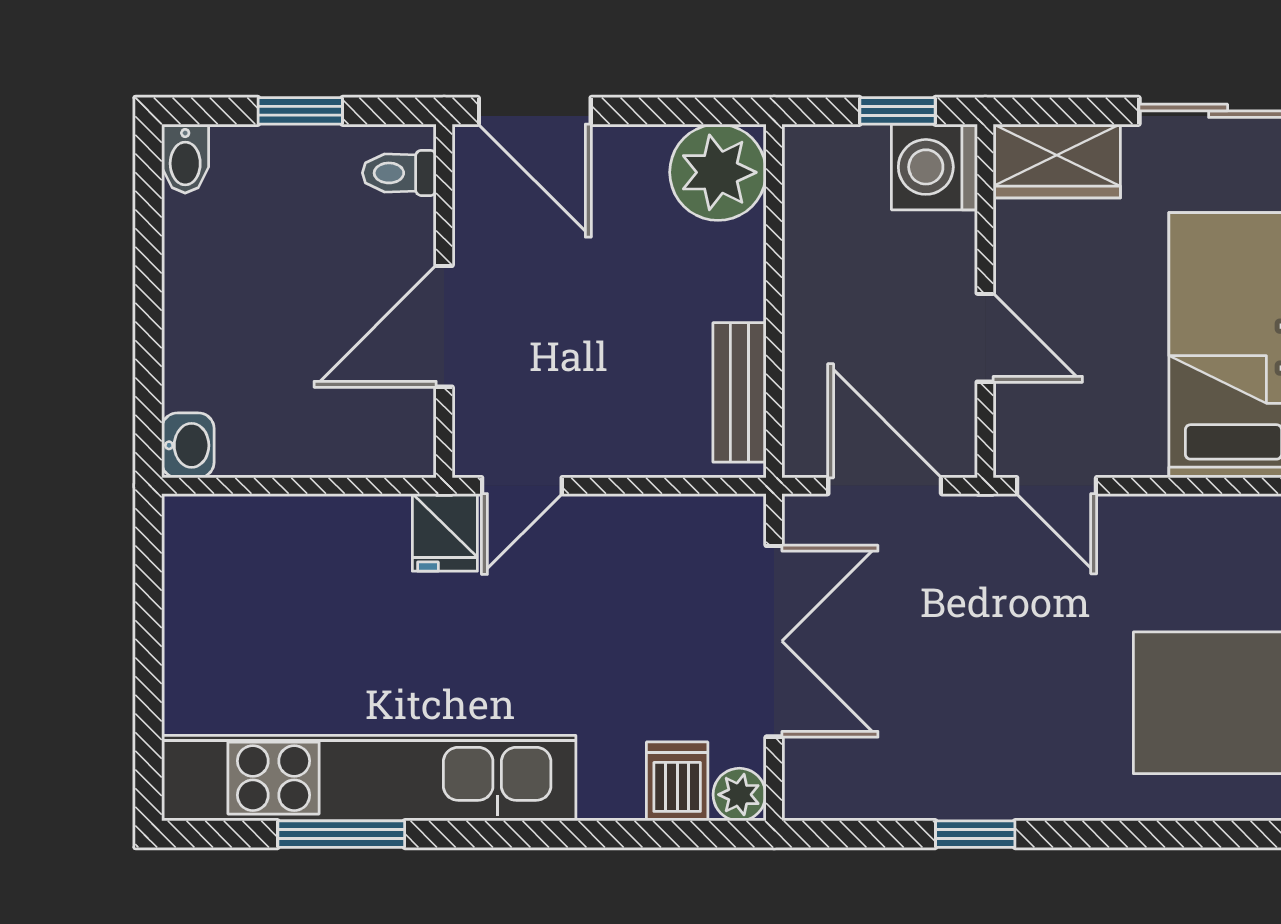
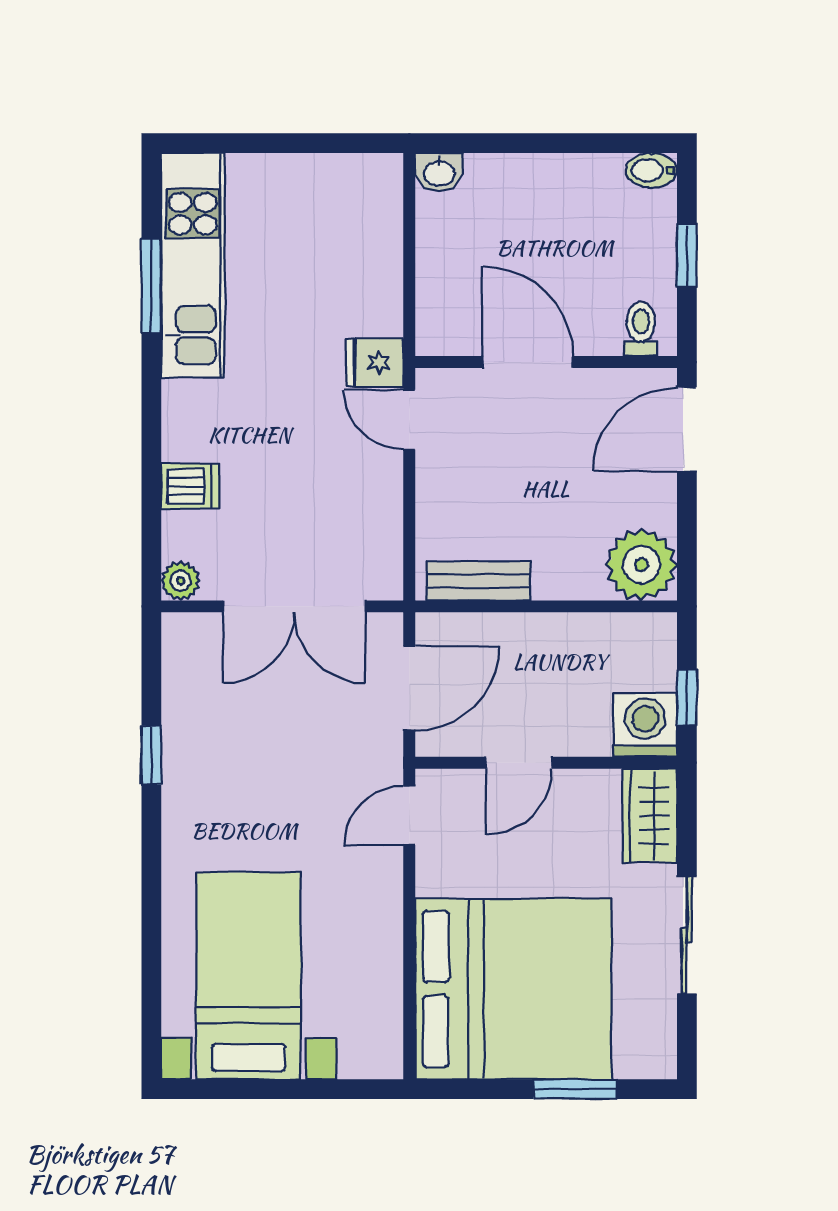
kitchen unit: (369, 778) -> (193, 265), width x0.73
dishwasher: (677, 781) -> (190, 486), moved

